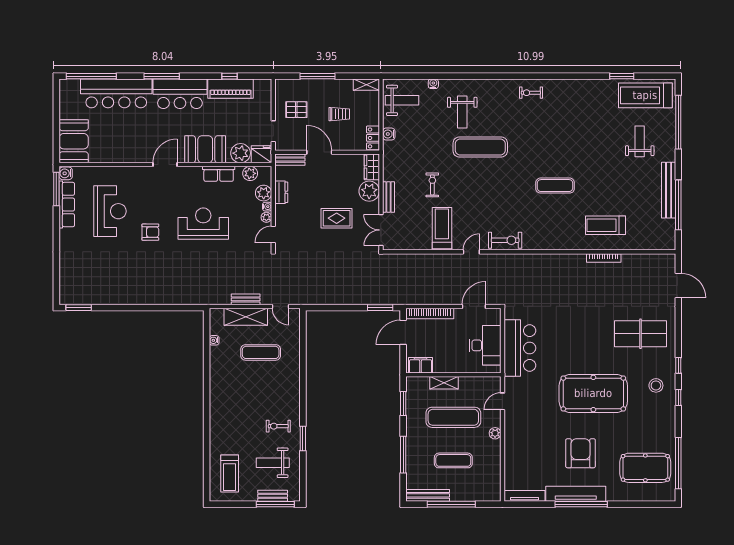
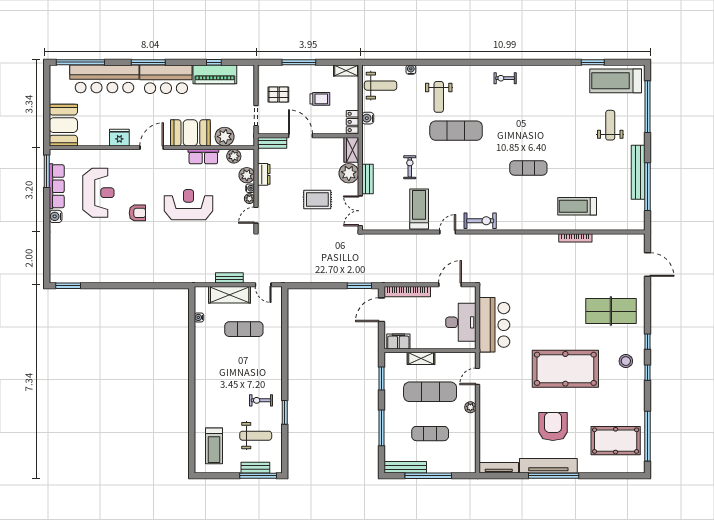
fridge: (261, 154) -> (119, 138), moved
water cooler: (66, 173) -> (56, 216), moved
weight bench: (273, 463) -> (256, 436), turned 180

